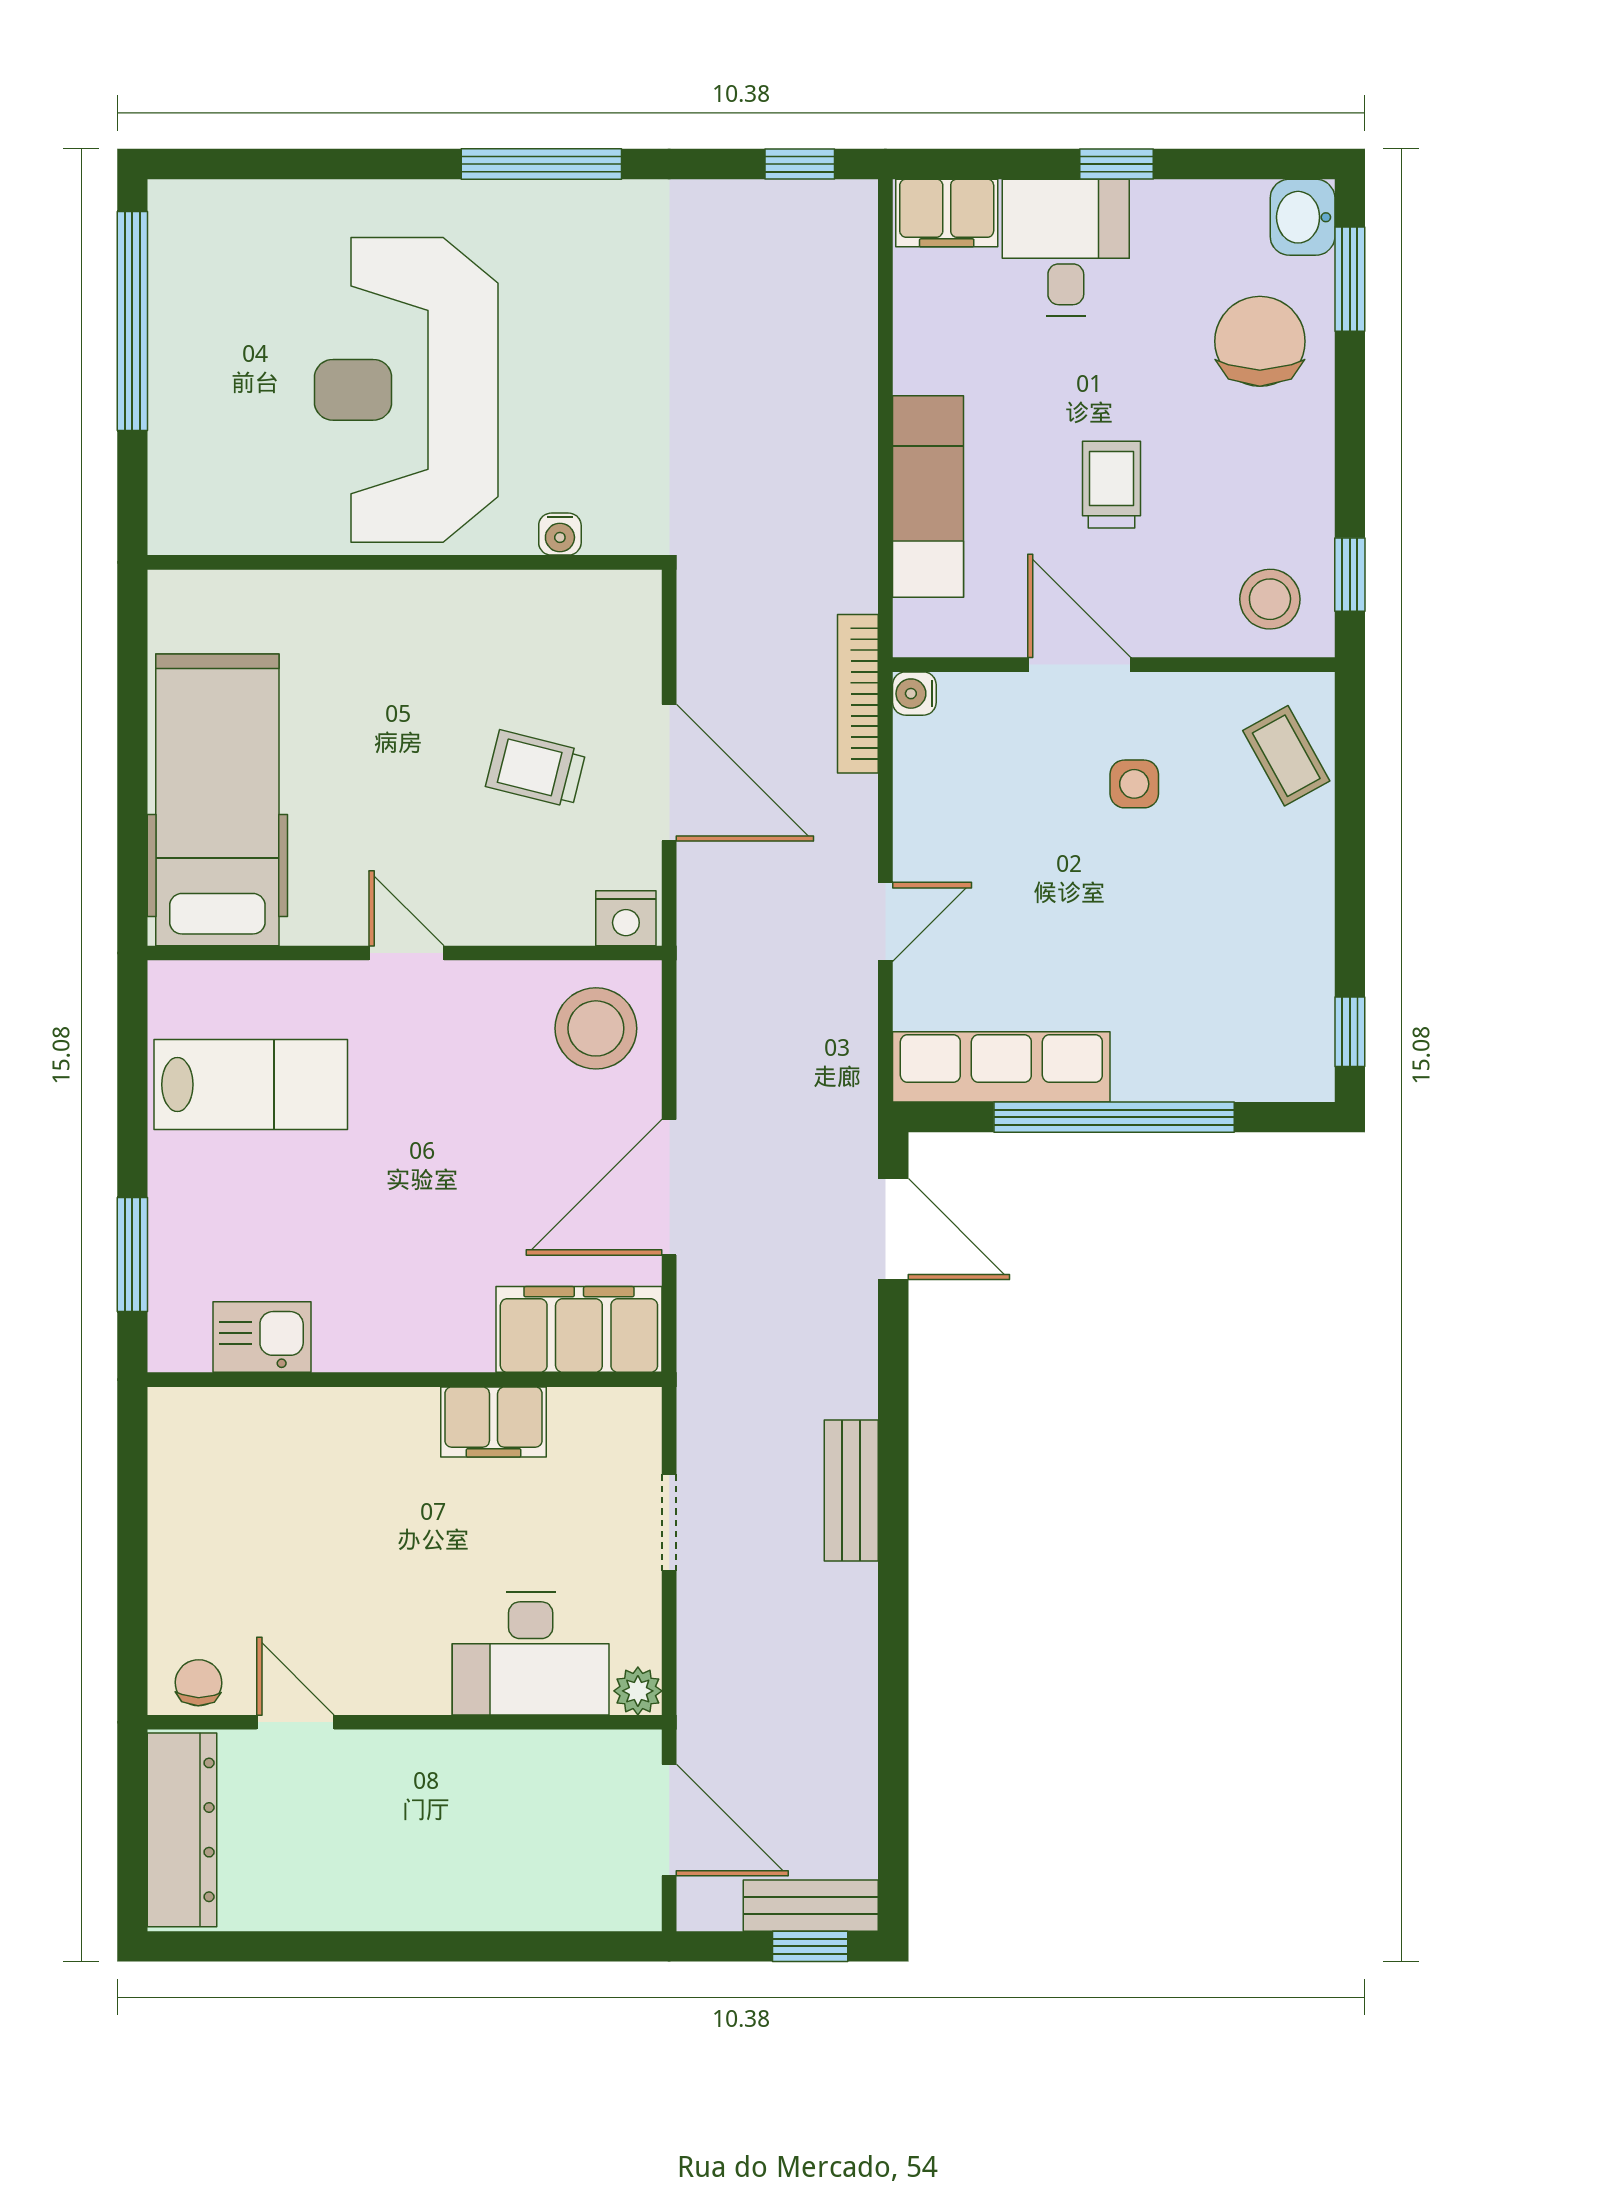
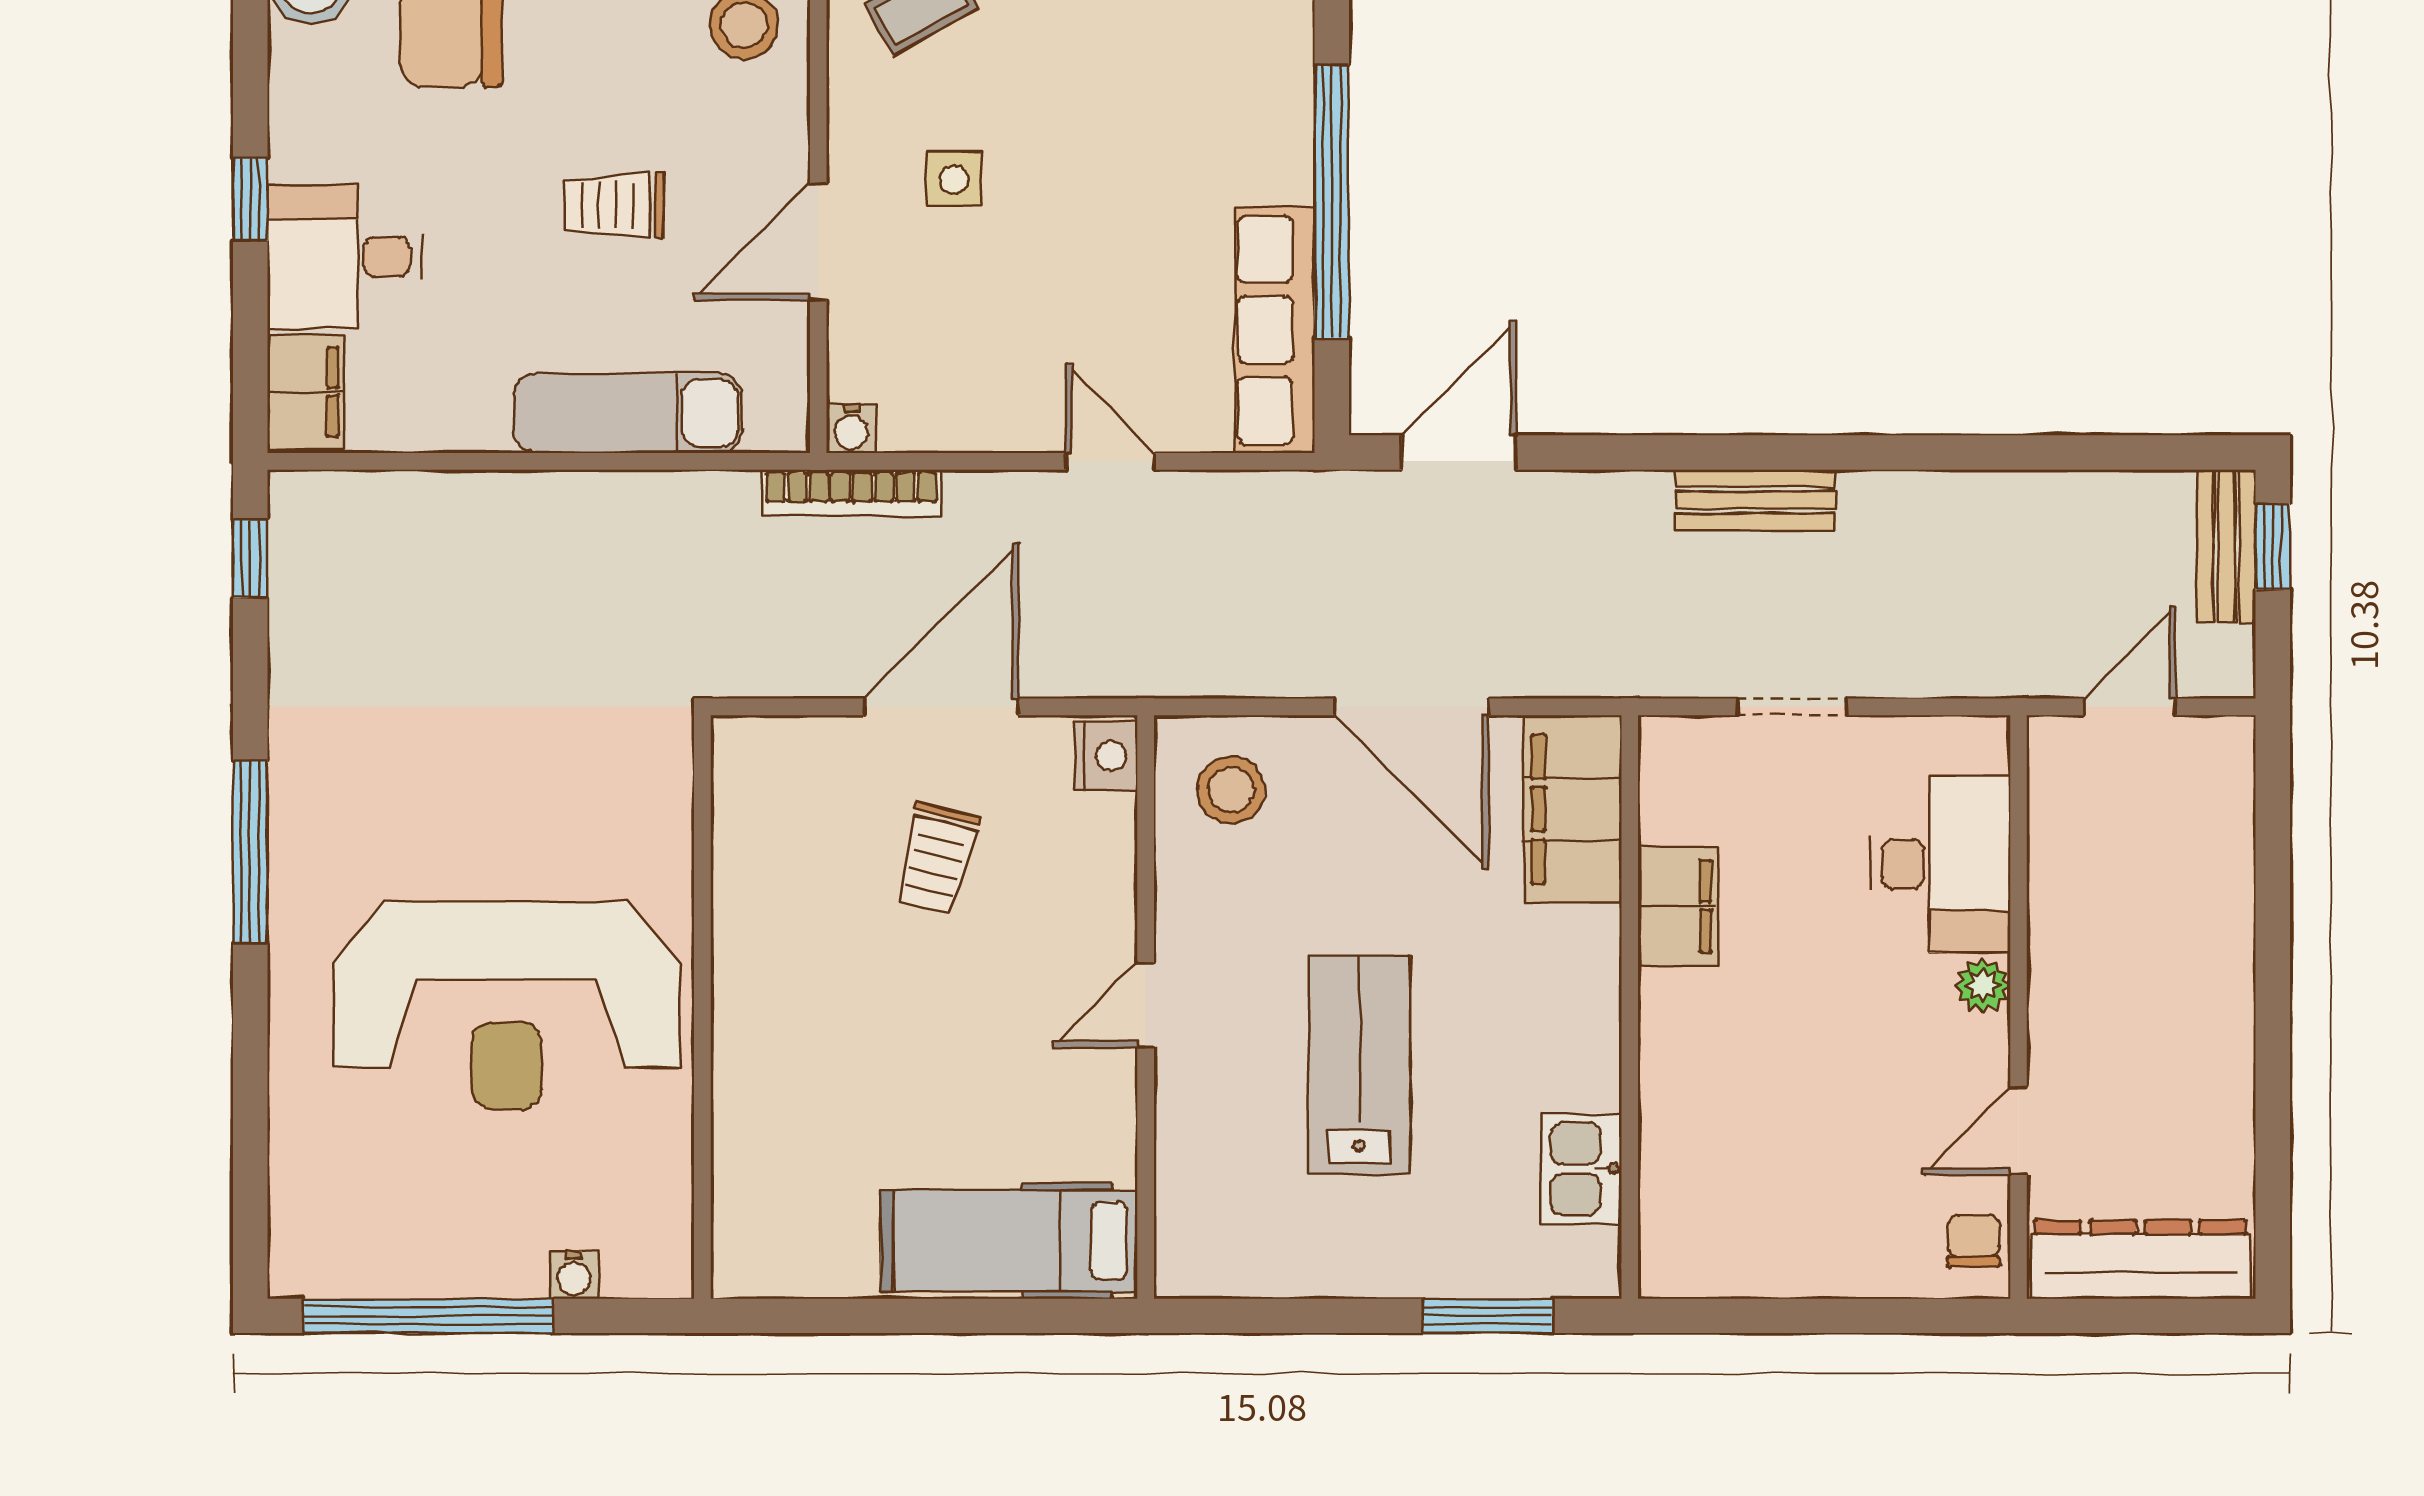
water cooler: (560, 534) -> (574, 1275), moved, turned 90
hospital bed: (217, 800) -> (1009, 1241), width x0.73, depth x0.78
stool: (596, 1028) -> (1231, 790), width x0.73, depth x0.73
lab bench: (251, 1085) -> (1359, 1065), moved
chair: (199, 1683) -> (1974, 1241), turned 89
plant: (638, 1691) -> (1983, 986), moved
door: (669, 1820) -> (2129, 707), width x0.73

